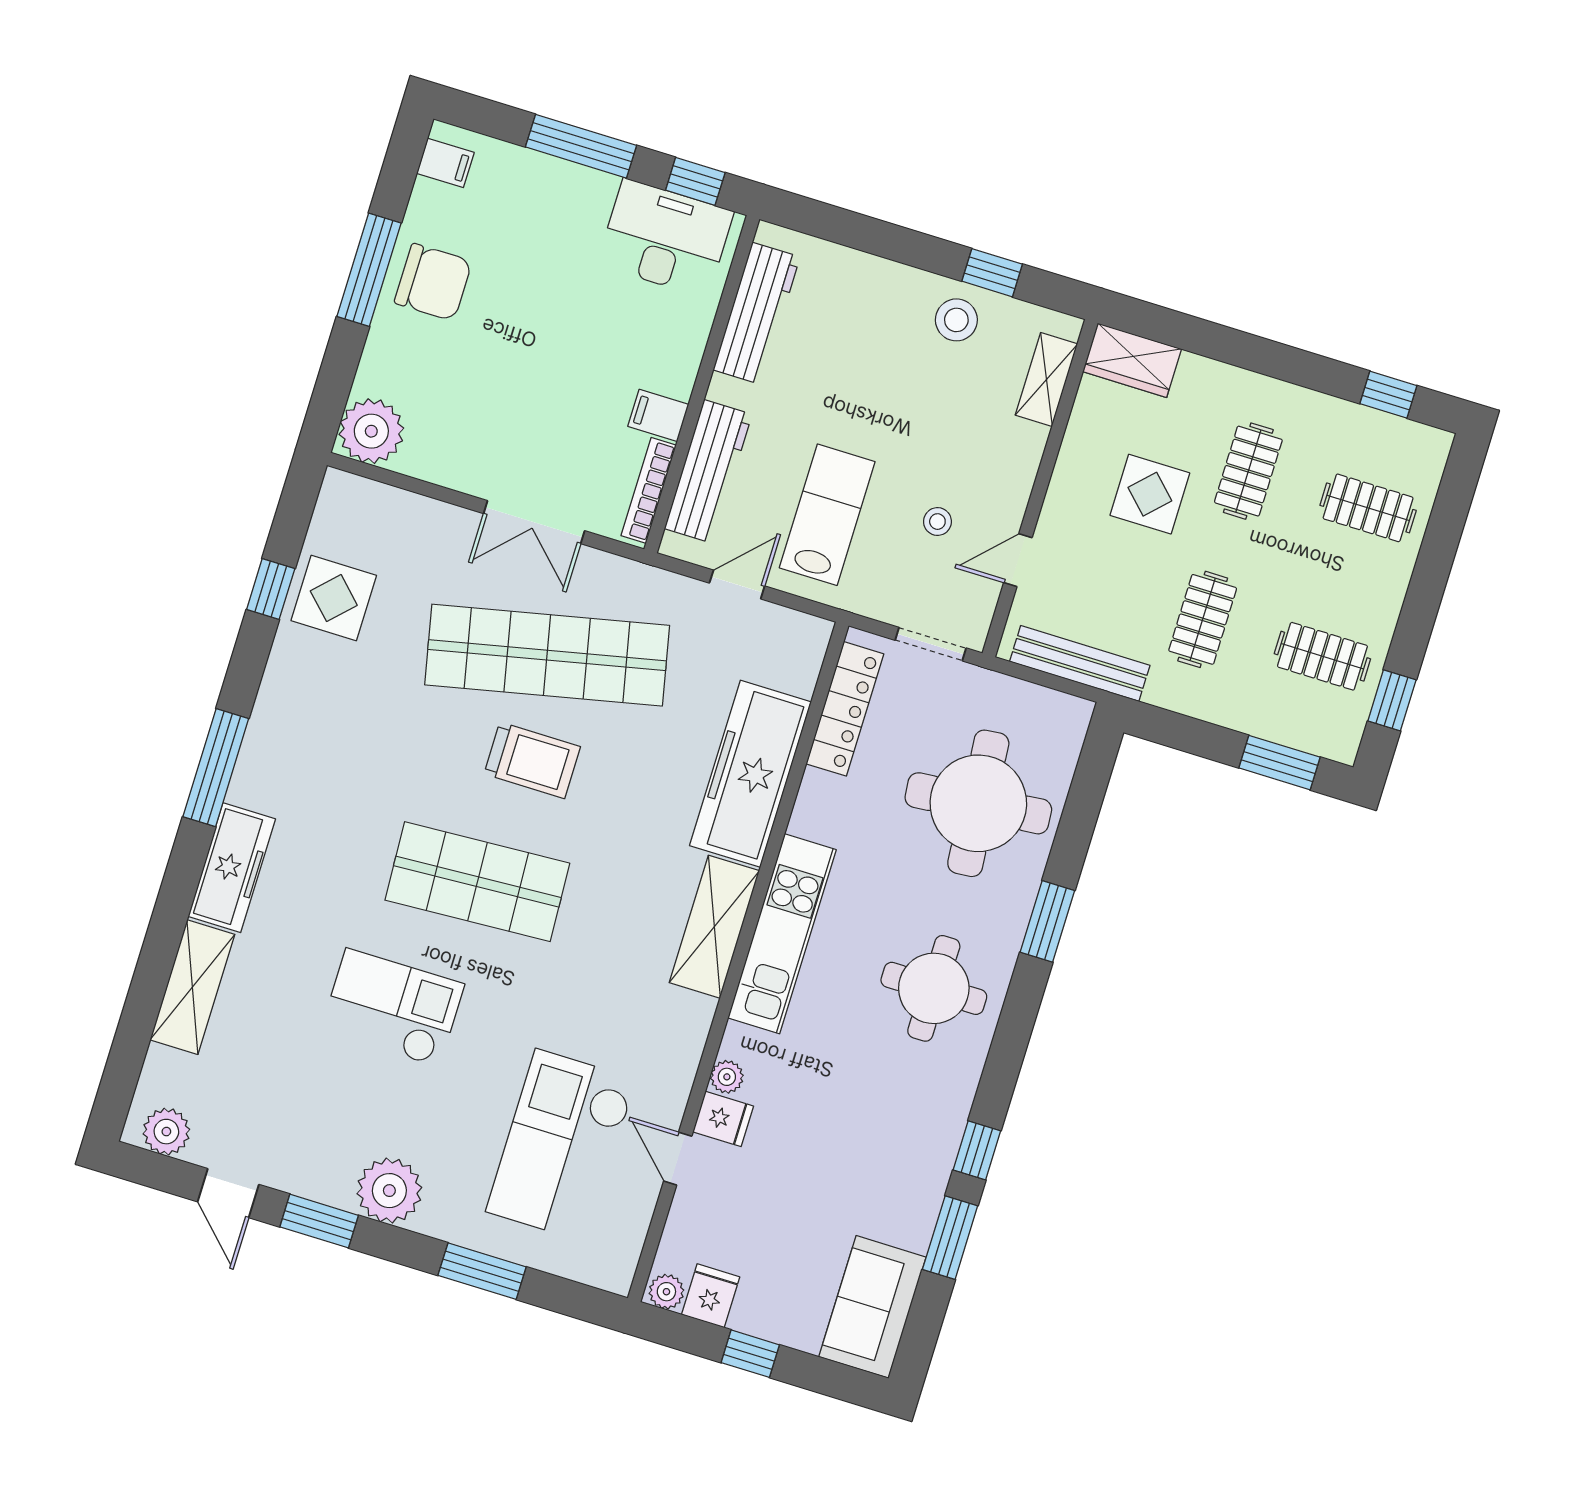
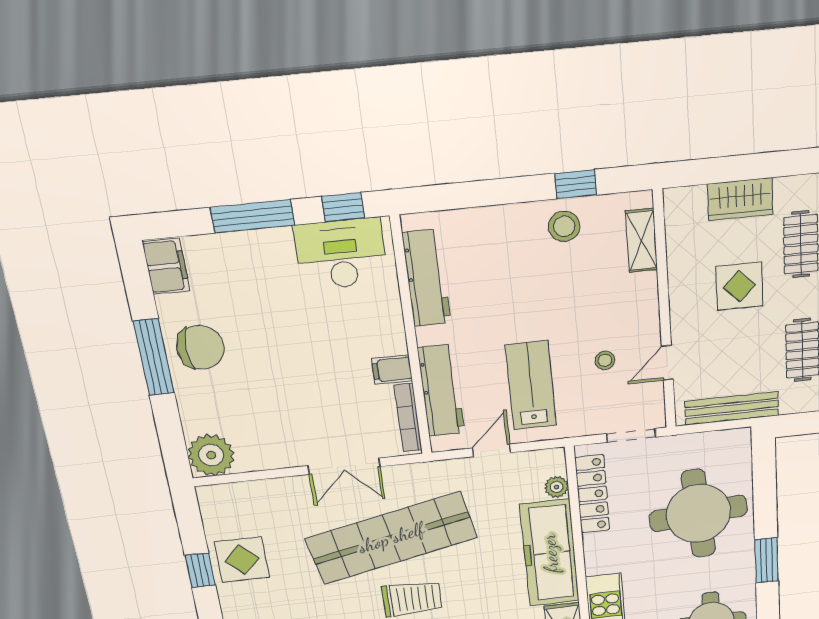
filing cabinet: (445, 163) -> (166, 266), width x2.00
wardrobe: (1132, 360) -> (740, 199), moved
plant: (801, 677) -> (557, 487), added

